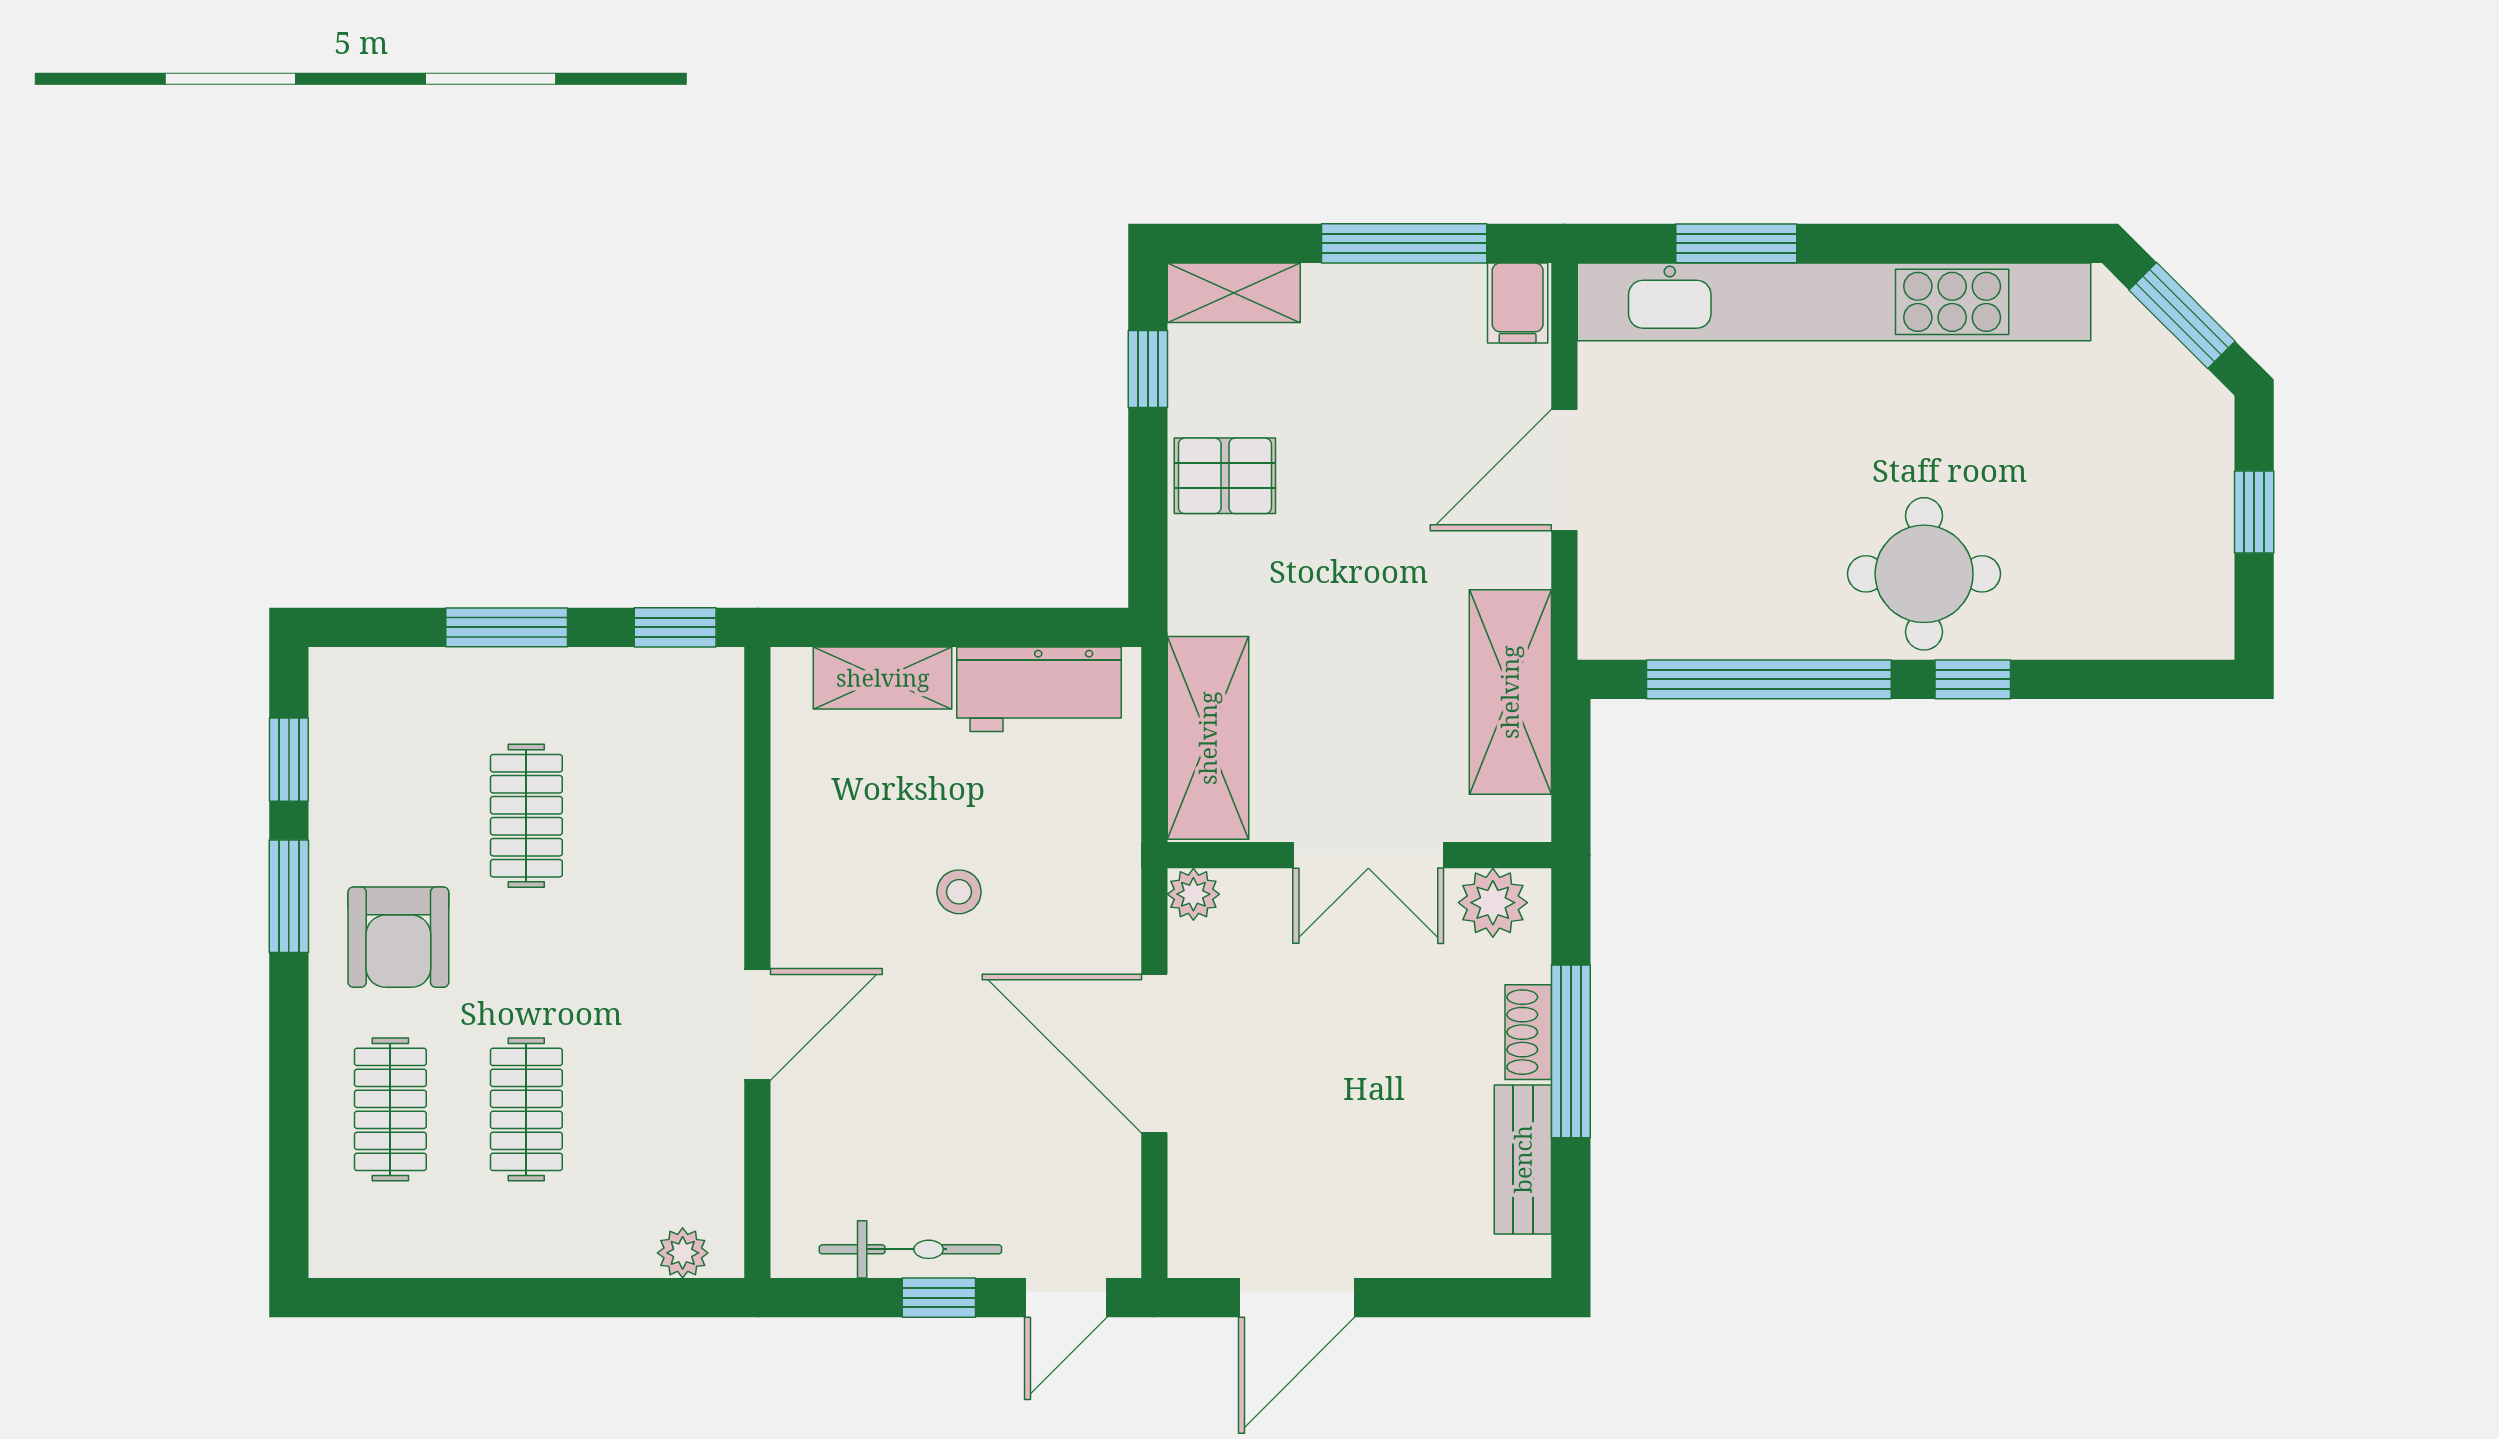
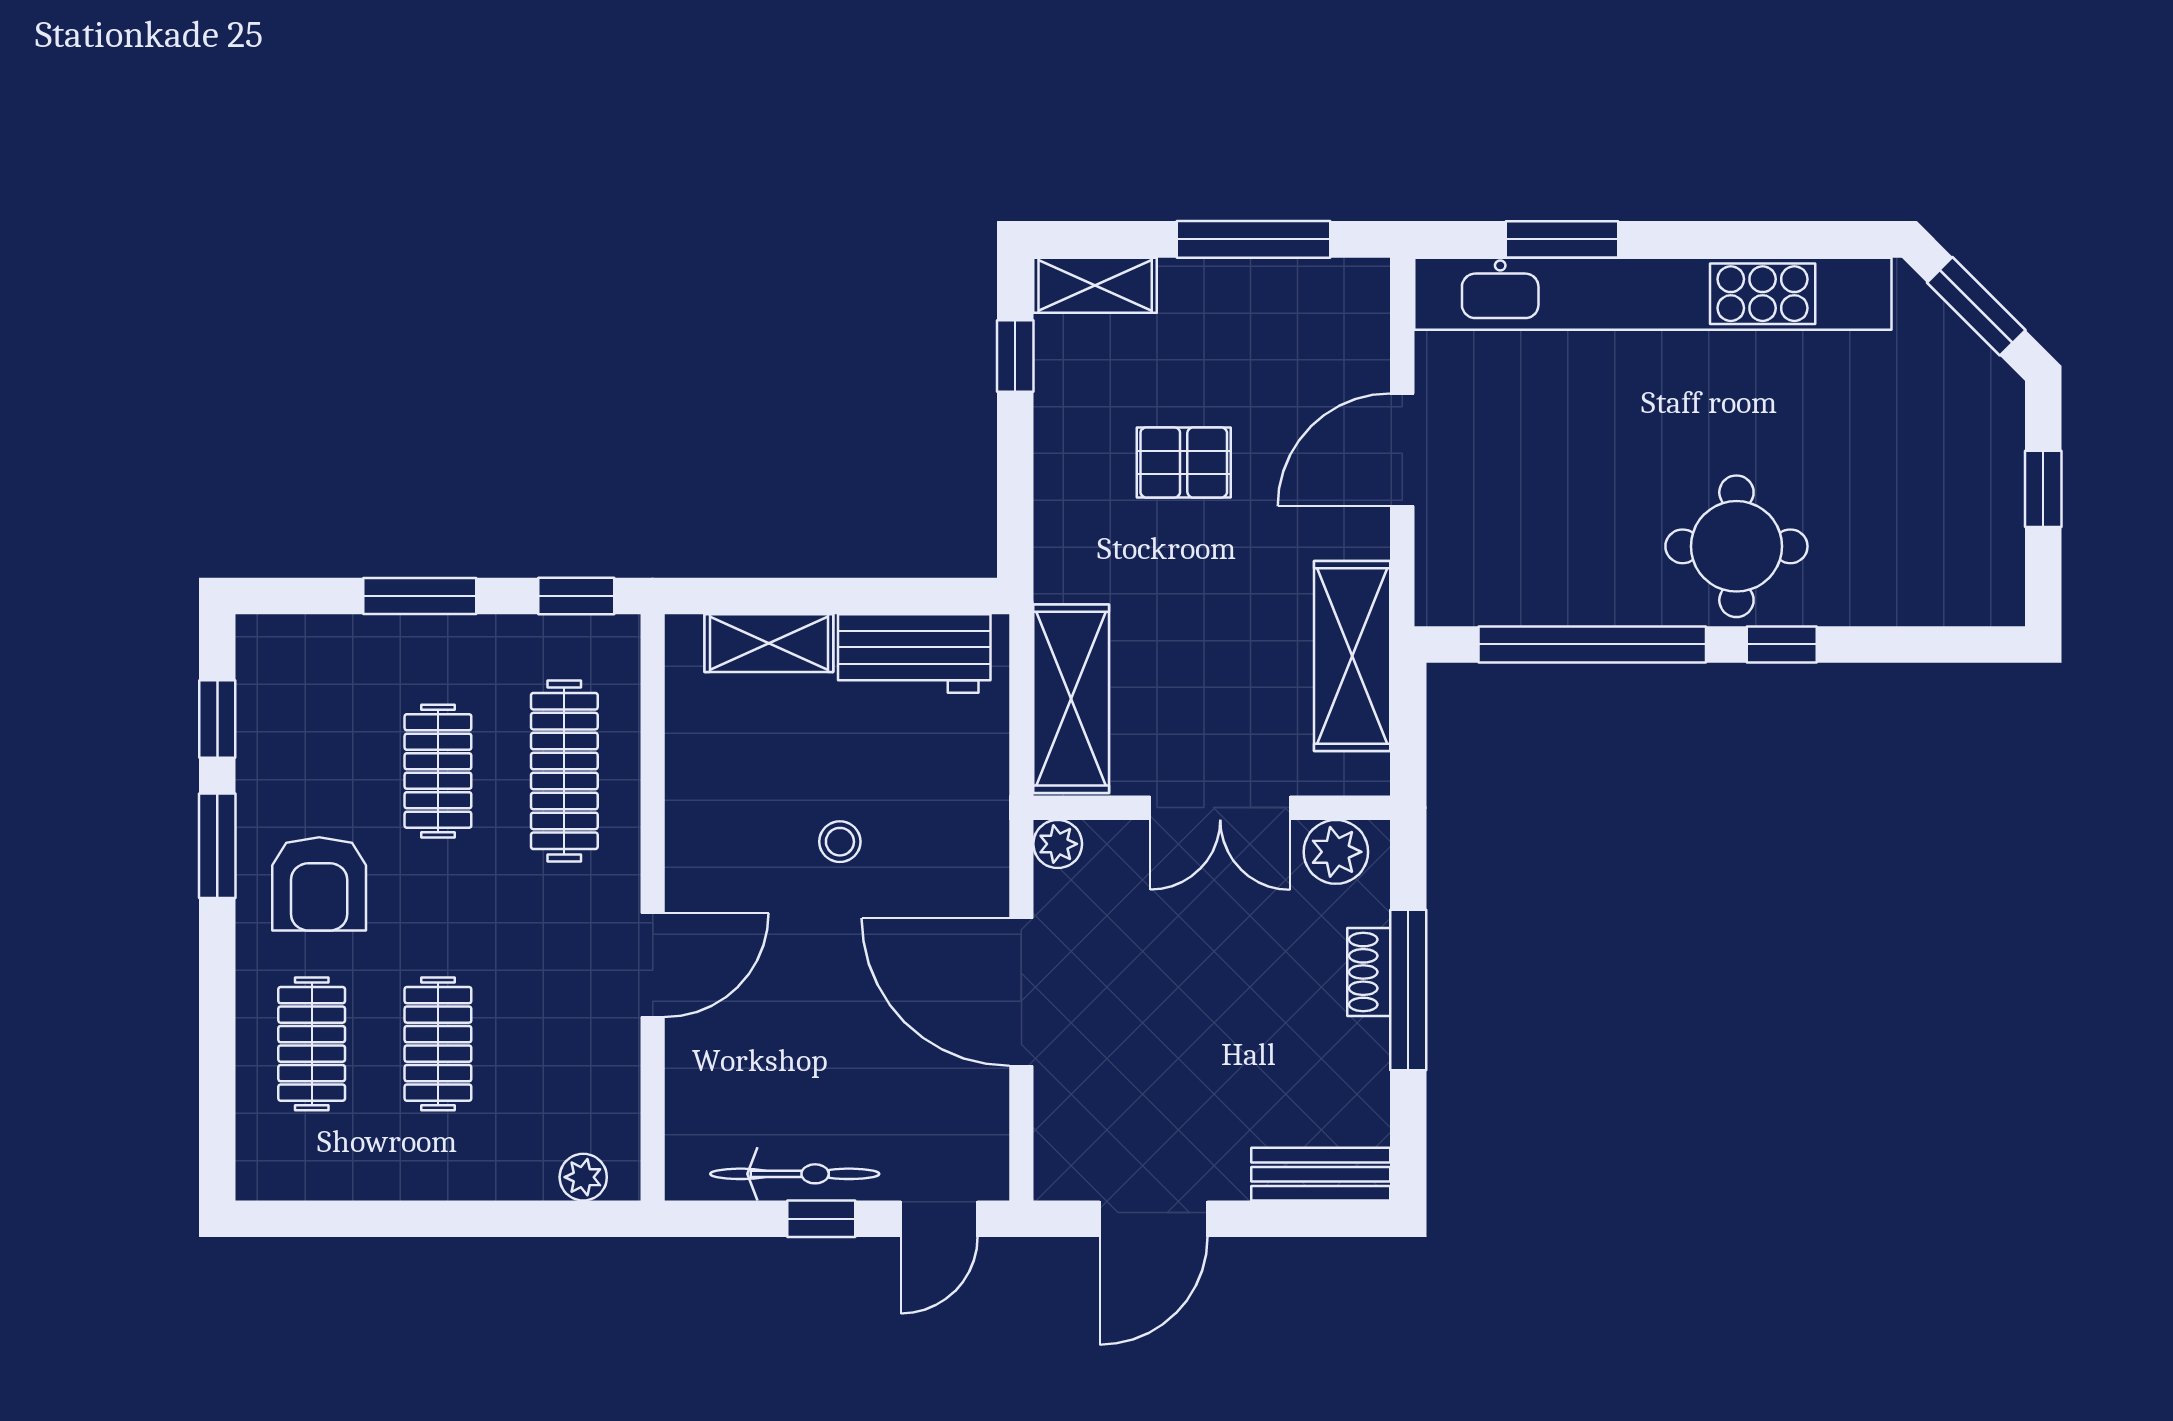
filing cabinet: (1518, 303) -> (1359, 295), removed
pallet: (1225, 476) -> (1184, 462), moved
clothes rail: (662, 816) -> (564, 771), added
bench: (1523, 1159) -> (1321, 1174), moved, turned 90

